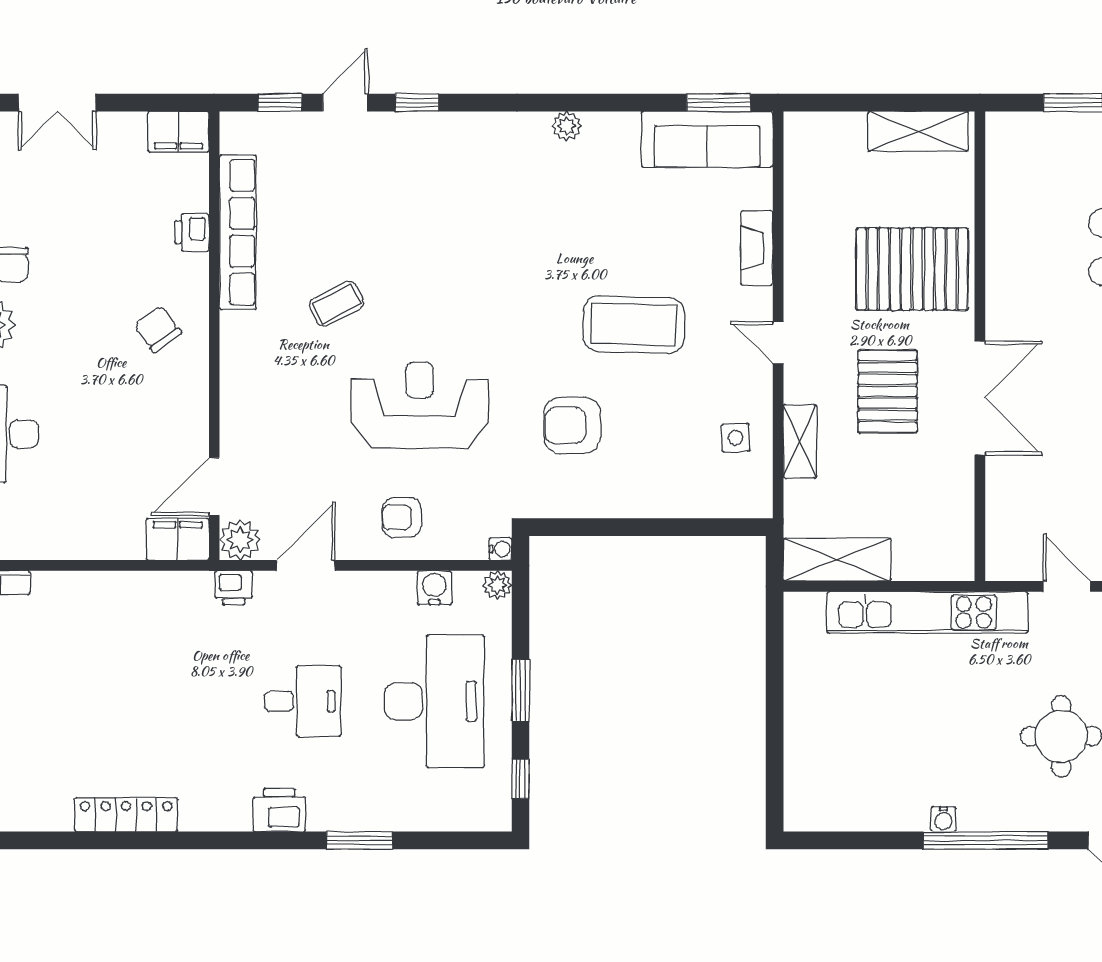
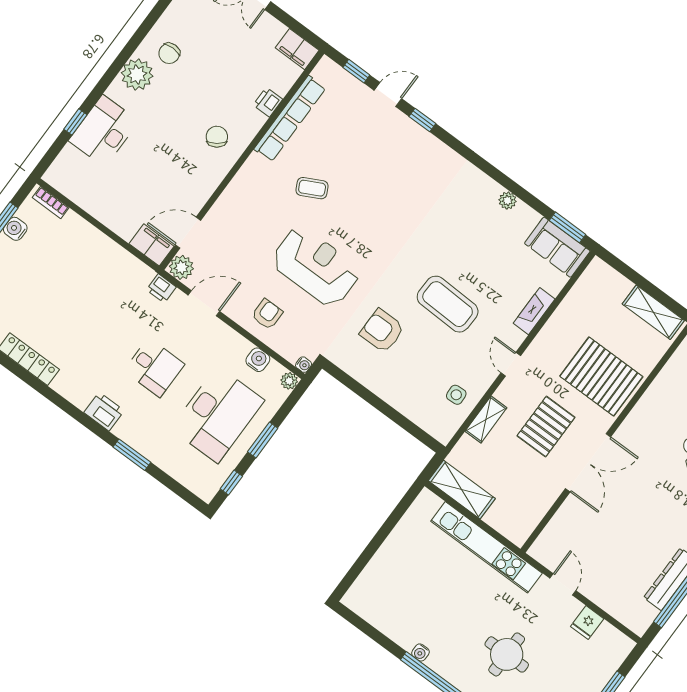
plant: (567, 126) -> (508, 201), moved
sofa: (707, 139) -> (557, 247), width x0.73
armchair: (402, 517) -> (267, 314), turned 90

